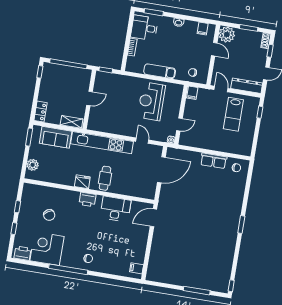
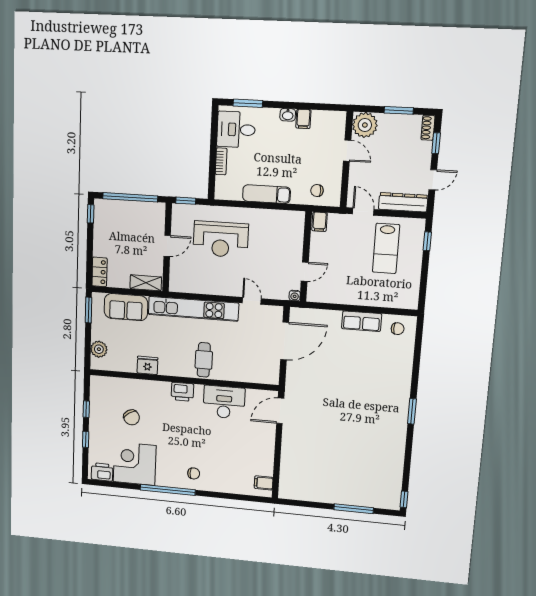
filing cabinet: (203, 29) -> (303, 119), moved
reception desk: (151, 101) -> (221, 239), moved, turned -90
fridge: (82, 182) -> (147, 365), moved

